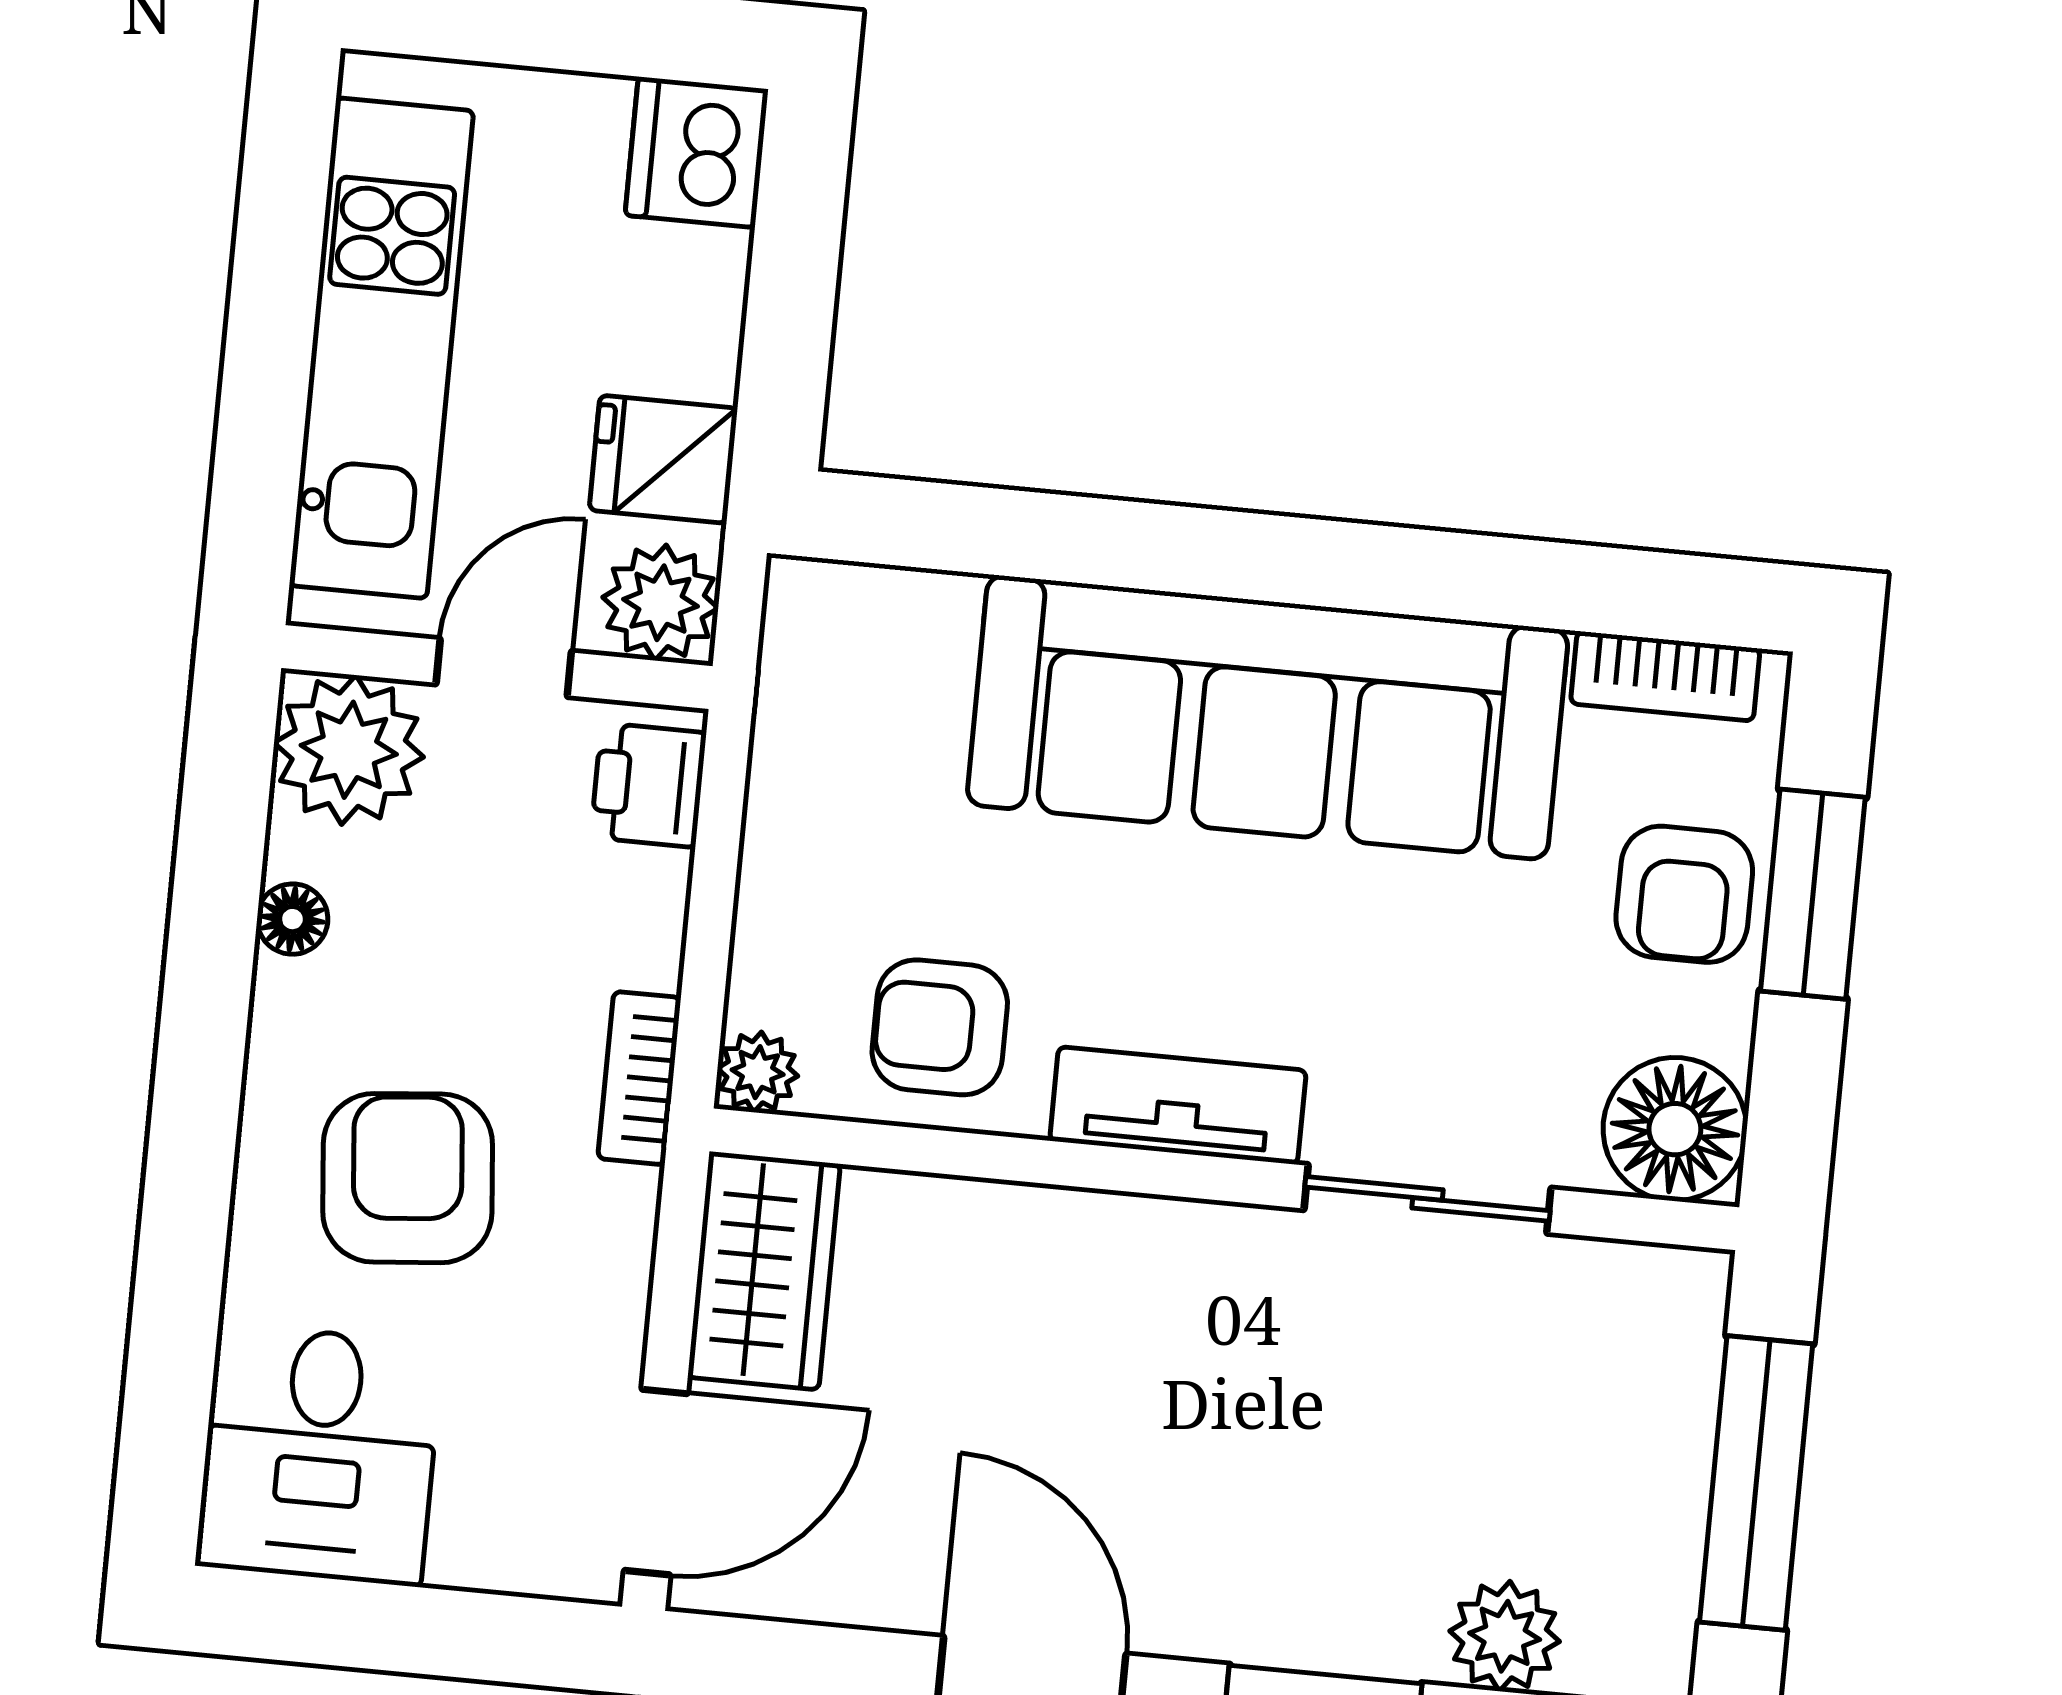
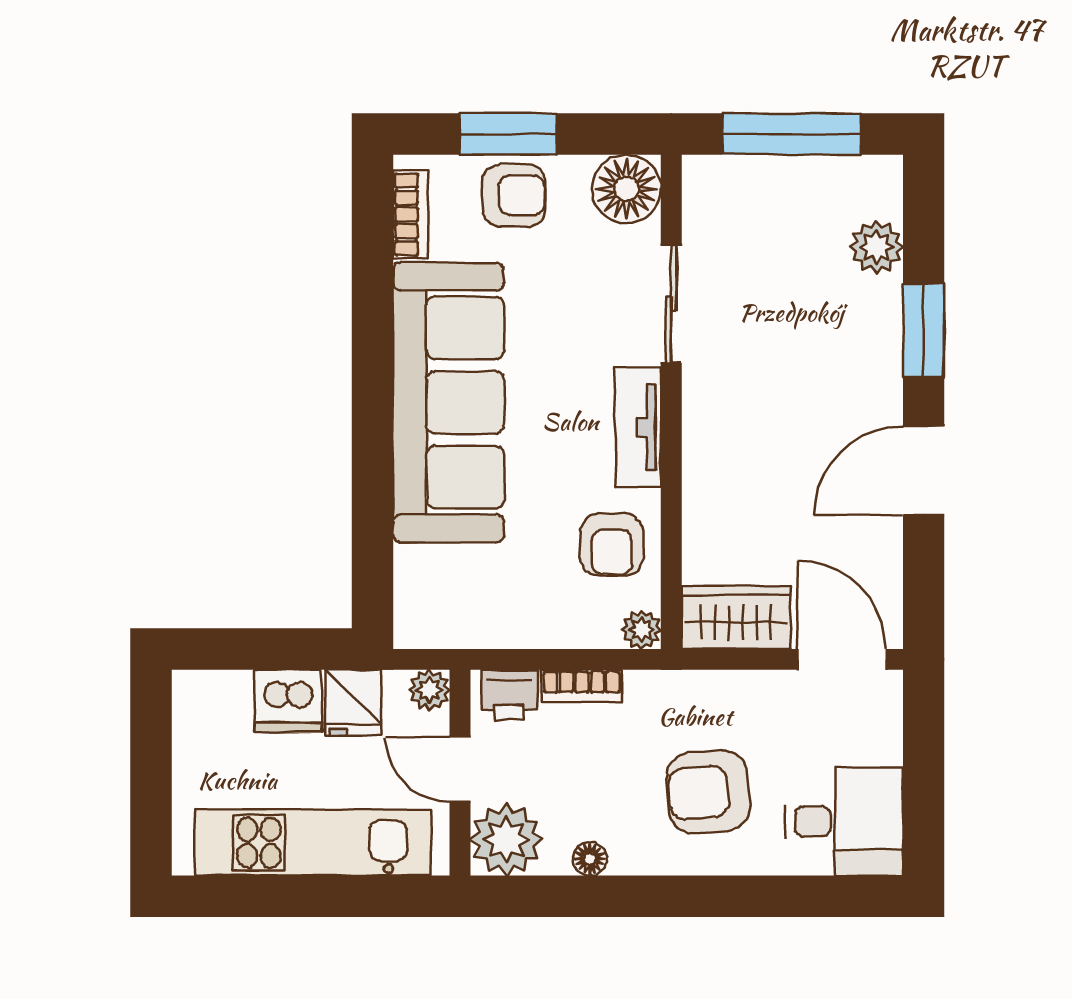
dishwasher: (697, 152) -> (288, 701), moved
plant: (660, 603) -> (429, 690), width x0.73, depth x0.73
bookcase: (639, 1078) -> (582, 686), moved

